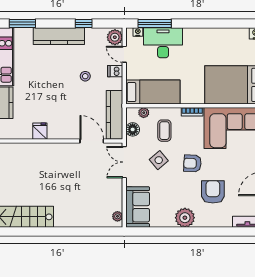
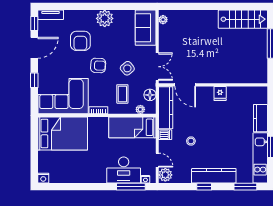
window: (84, 23) -> (204, 187), moved
dishwasher: (115, 71) -> (165, 135), moved
fridge: (40, 131) -> (220, 93), moved

